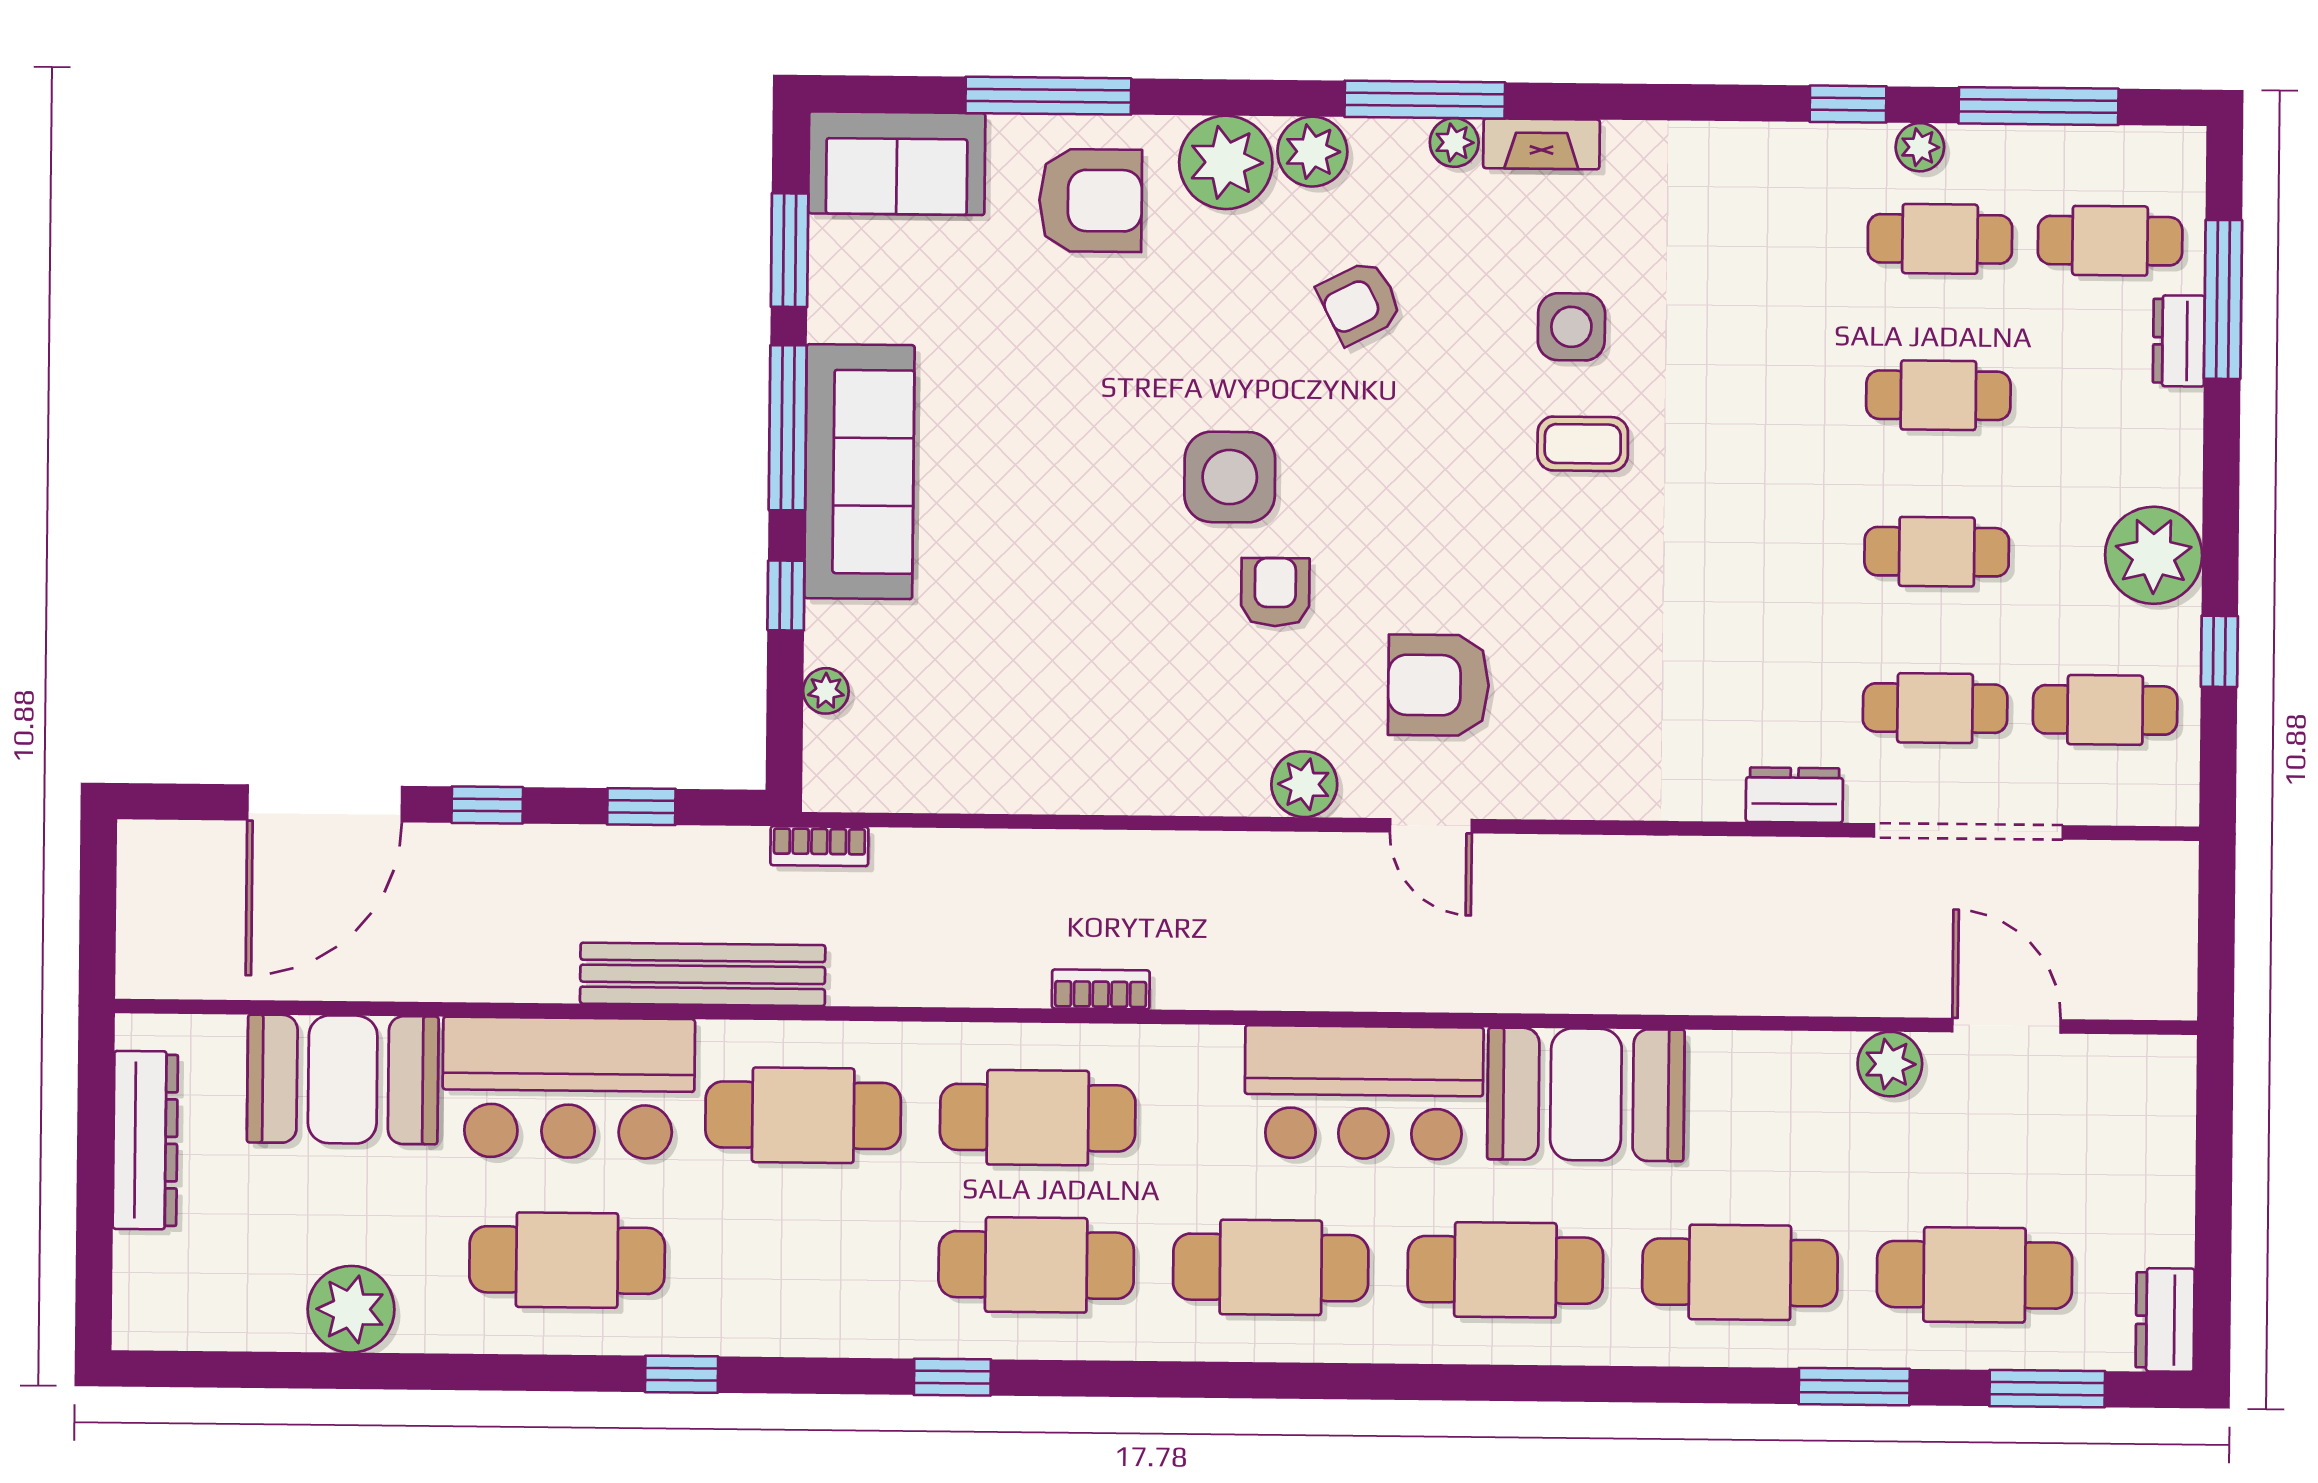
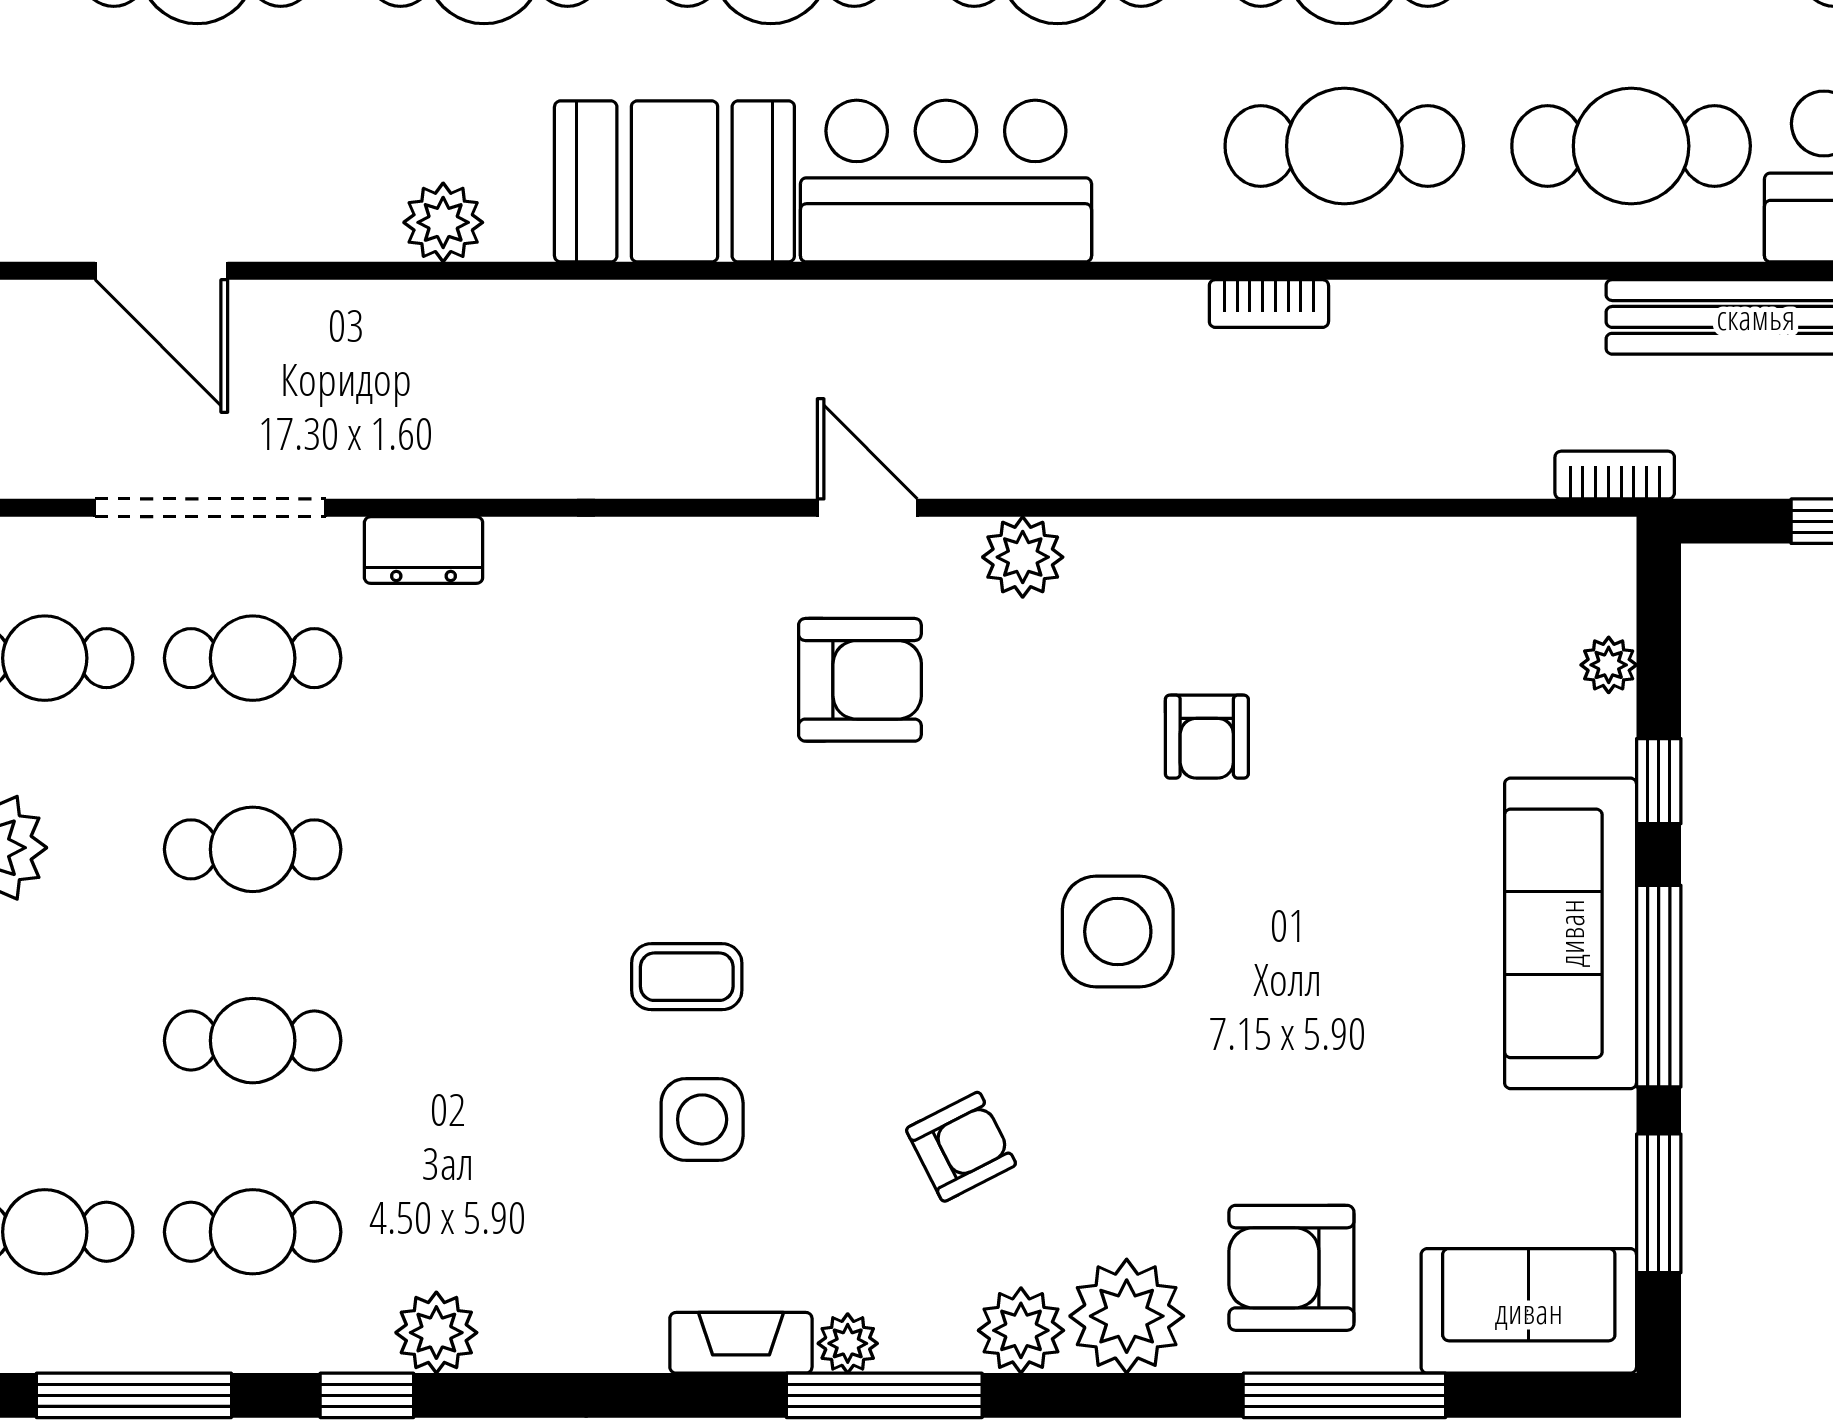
plant: (1920, 147) -> (436, 1333), moved, width x1.38, depth x1.38
armchair: (1275, 592) -> (1207, 737), moved
plant: (1890, 1064) -> (443, 222), moved

